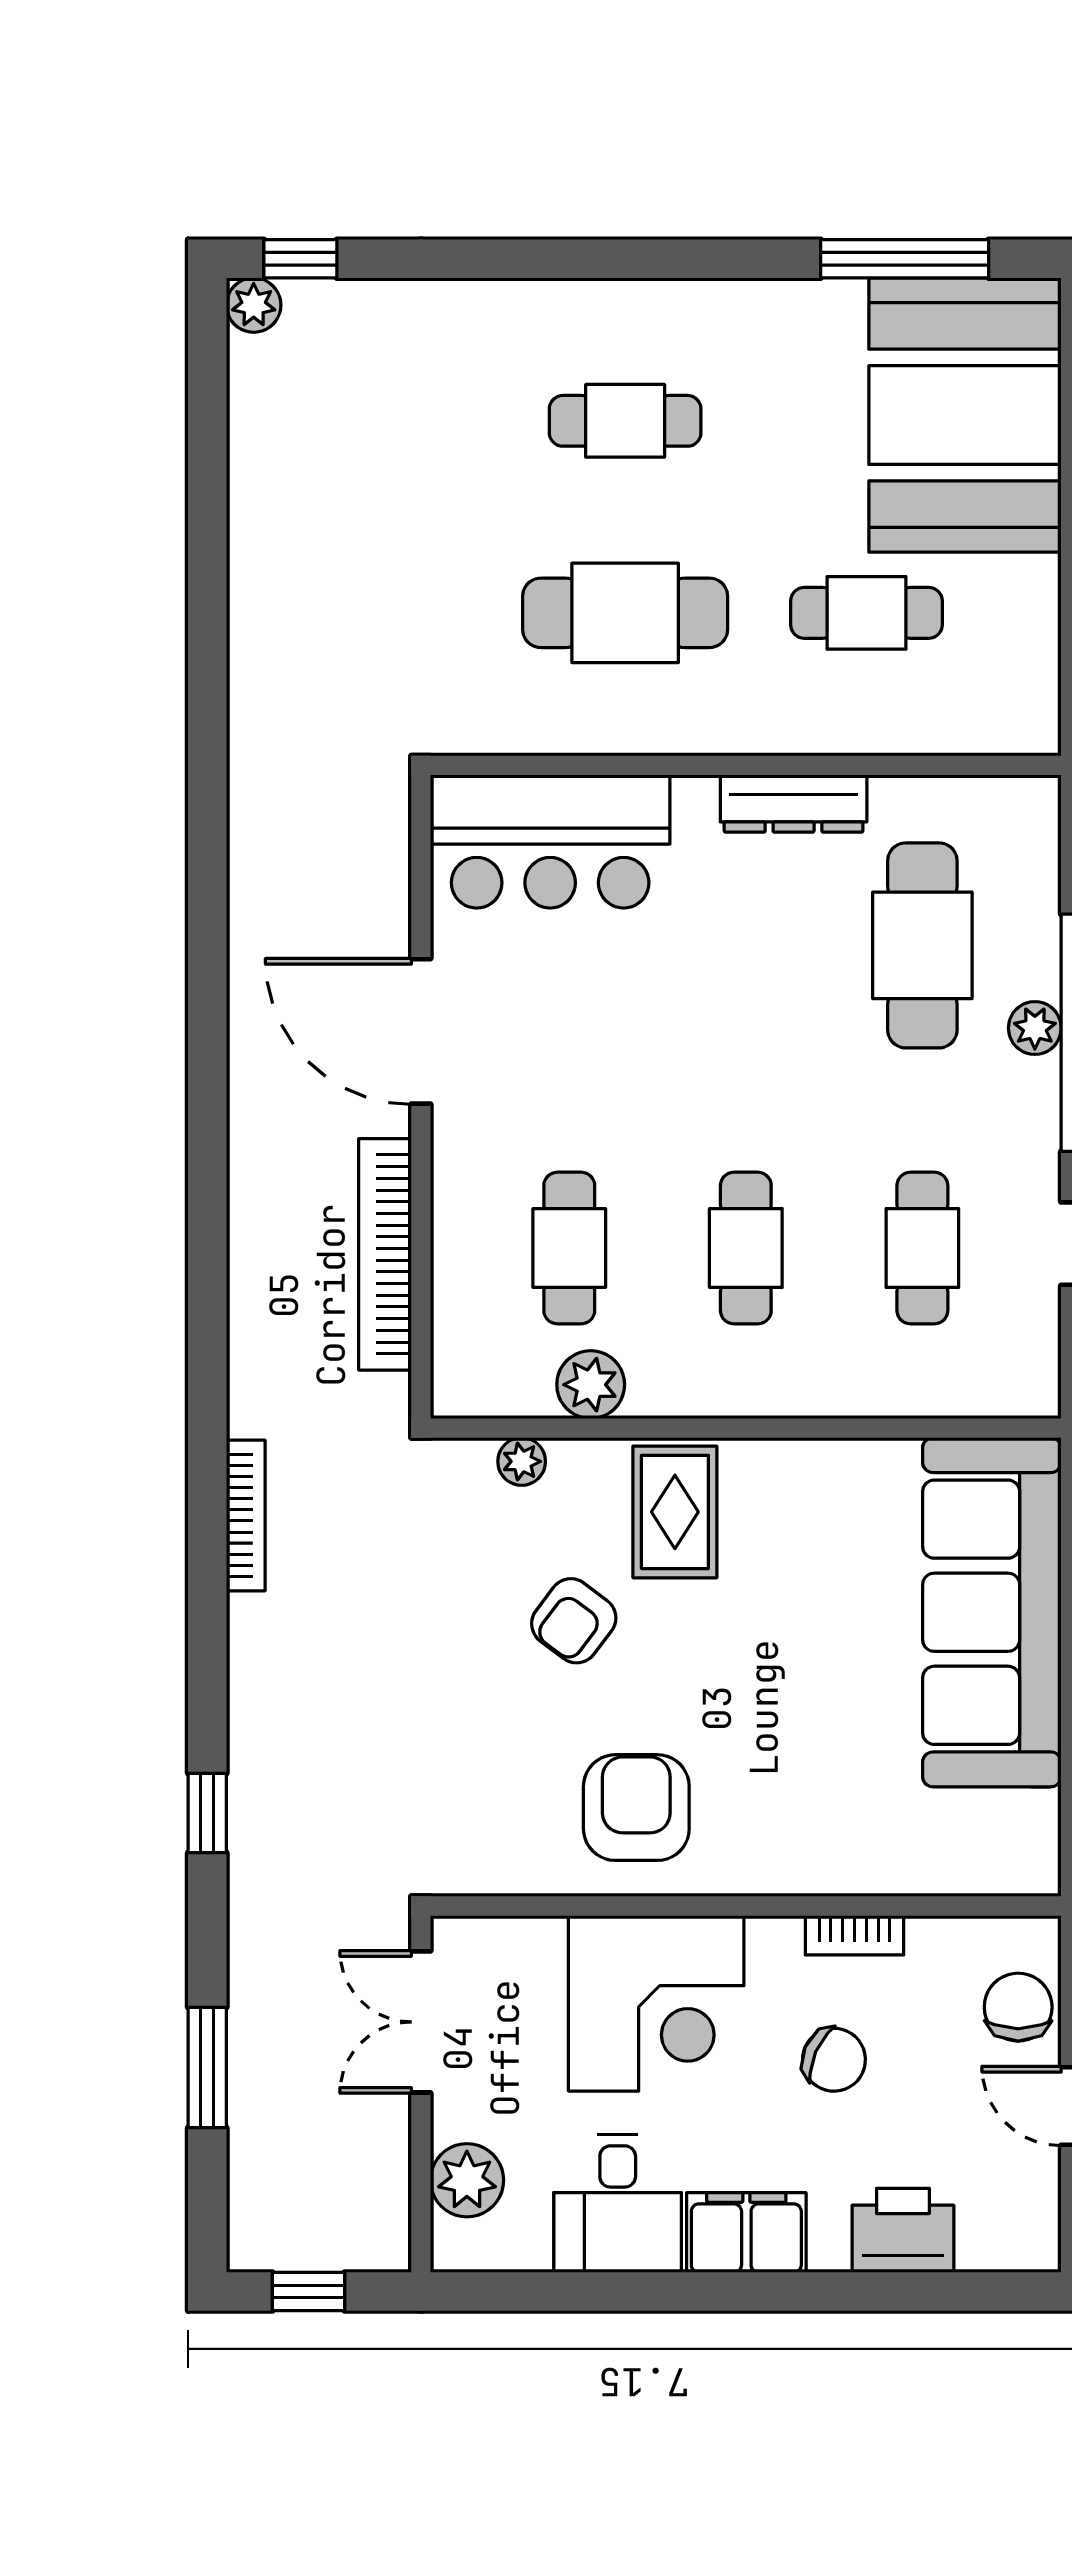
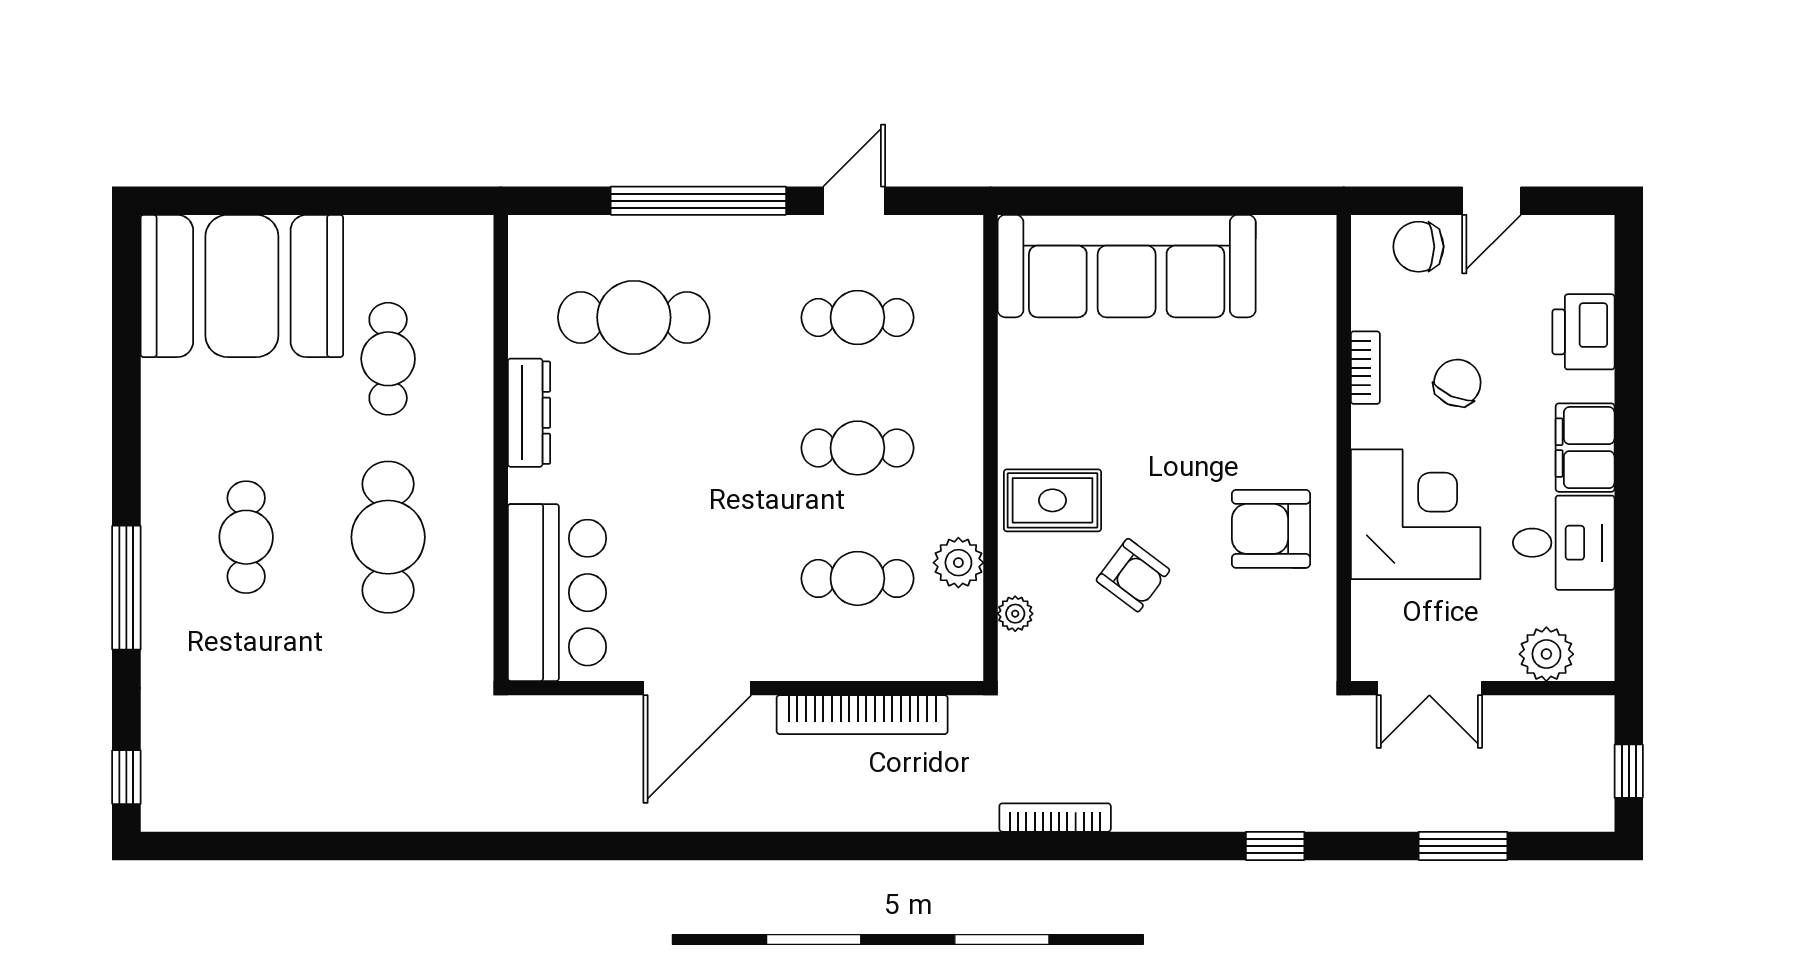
window: (905, 259) -> (126, 588), moved
plant: (254, 305) -> (161, 812), removed
plant: (1035, 1028) -> (695, 234), removed

